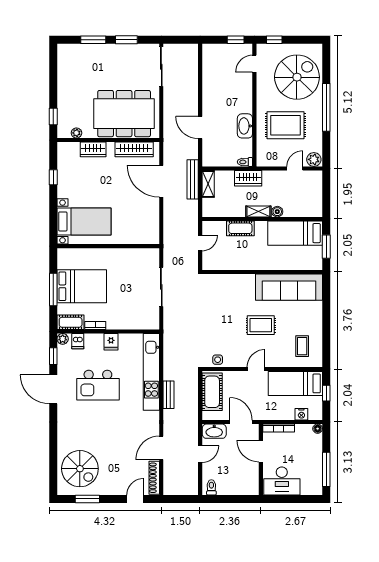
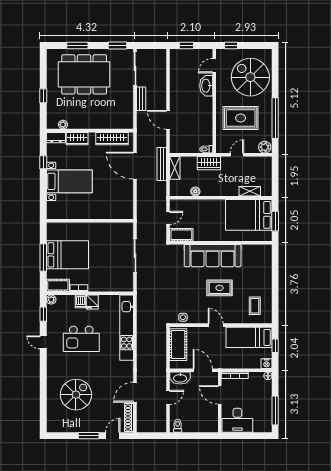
window: (126, 40) -> (118, 45), moved
window: (236, 40) -> (186, 45), moved
spiral stairs: (297, 77) -> (250, 77), turned -90
window: (326, 107) -> (275, 118), moved
dining table: (124, 114) -> (84, 74), moved
window: (53, 117) -> (43, 96), moved
washbasin: (245, 126) -> (206, 86), moved
dresser: (68, 148) -> (56, 138), added
door: (295, 169) -> (237, 155), moved
shelving: (258, 211) -> (250, 191), moved
boiler: (277, 212) -> (195, 191), moved
bed with nightstands: (84, 221) -> (69, 181), moved
cot: (240, 228) -> (181, 235), moved
bed: (295, 233) -> (249, 215), width x1.50
sofa: (289, 287) -> (213, 256), moved
dishwasher: (78, 341) -> (80, 301), moved
door: (256, 369) -> (216, 325), hinge flipped
door: (53, 389) -> (43, 342), width x0.53
bench: (169, 395) -> (141, 99), moved
nightstand: (301, 414) -> (266, 364), moved
spiral stairs: (80, 469) -> (76, 395), moved, turned -90
window: (87, 499) -> (89, 436), moved

